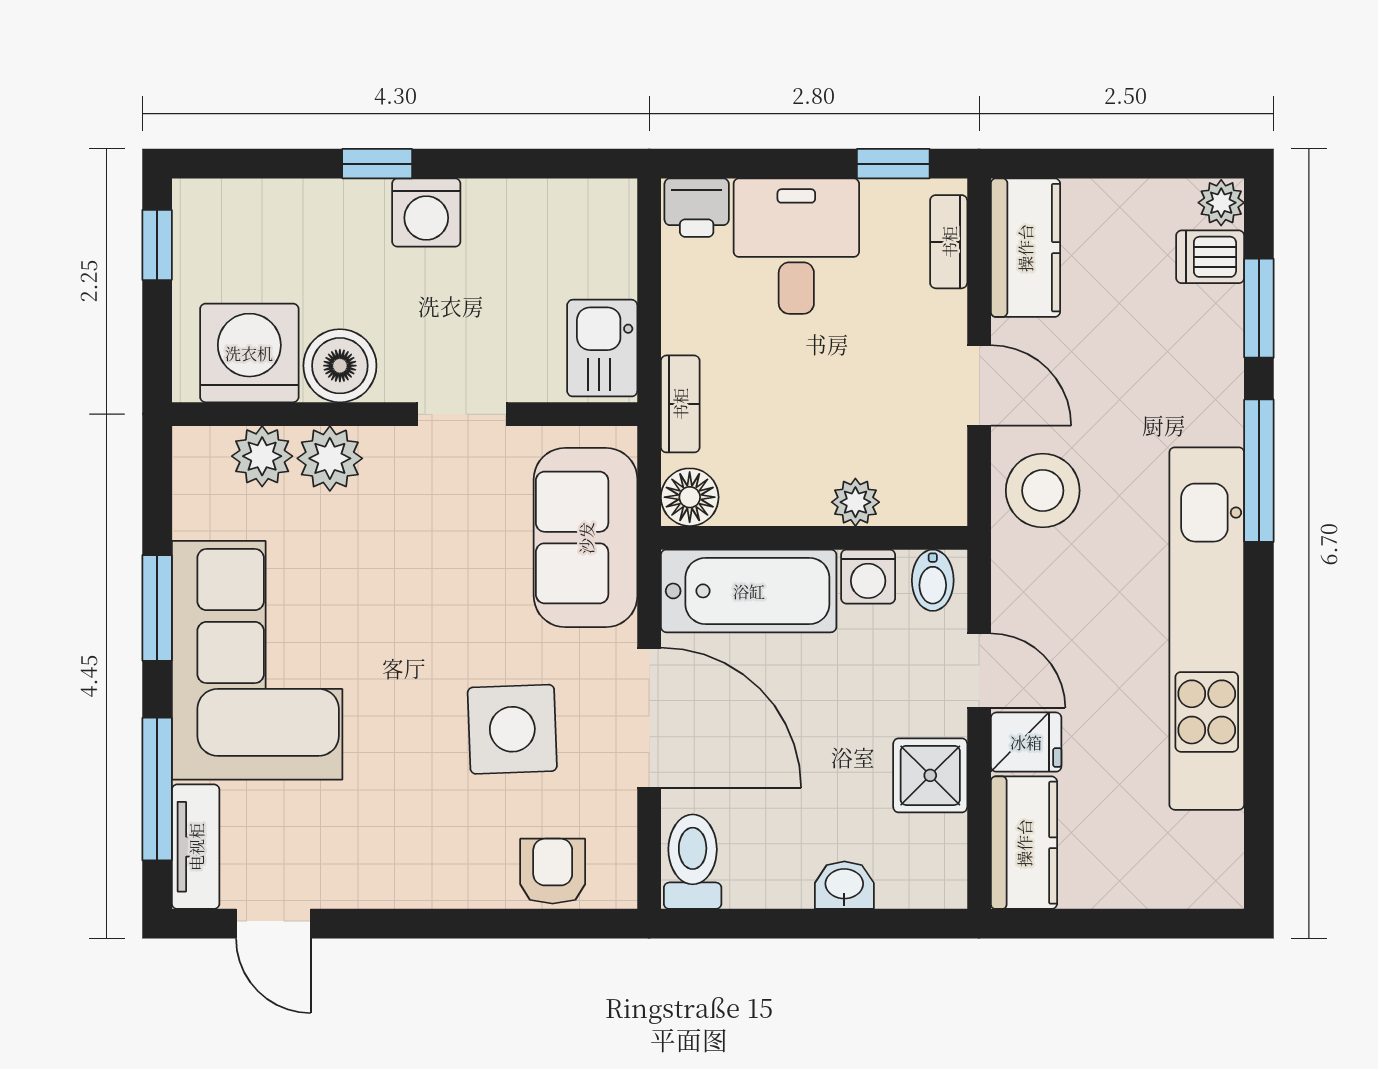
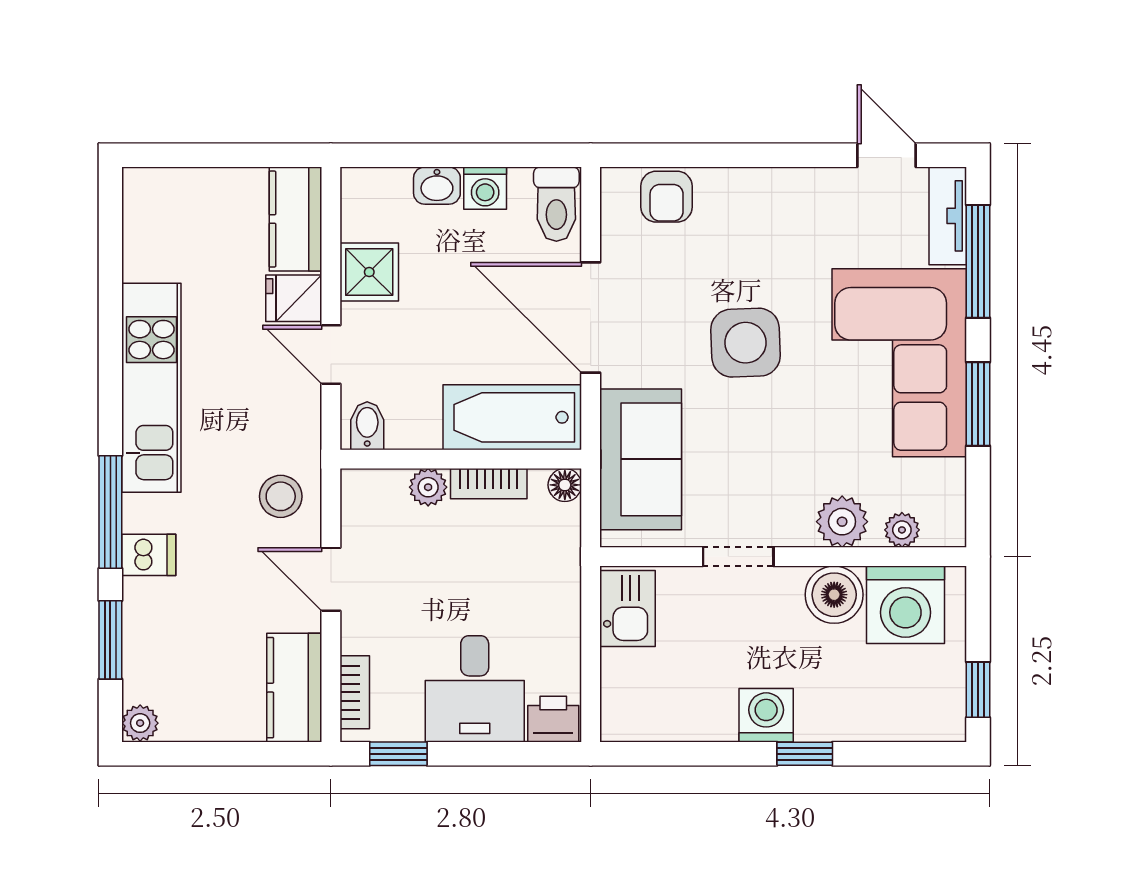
dishwasher: (1210, 257) -> (149, 555), moved
bookcase: (680, 404) -> (489, 484), moved, turned -90
plant: (262, 456) -> (902, 530), width x0.73, depth x0.73
stool: (1043, 491) -> (281, 496), width x0.73, depth x0.73
floor lamp: (690, 497) -> (565, 485), width x0.73, depth x0.73
washing machine: (868, 577) -> (485, 188), moved, turned 180
kitchen unit: (1207, 629) -> (151, 388), width x0.73
side table: (512, 729) -> (746, 343), moved

